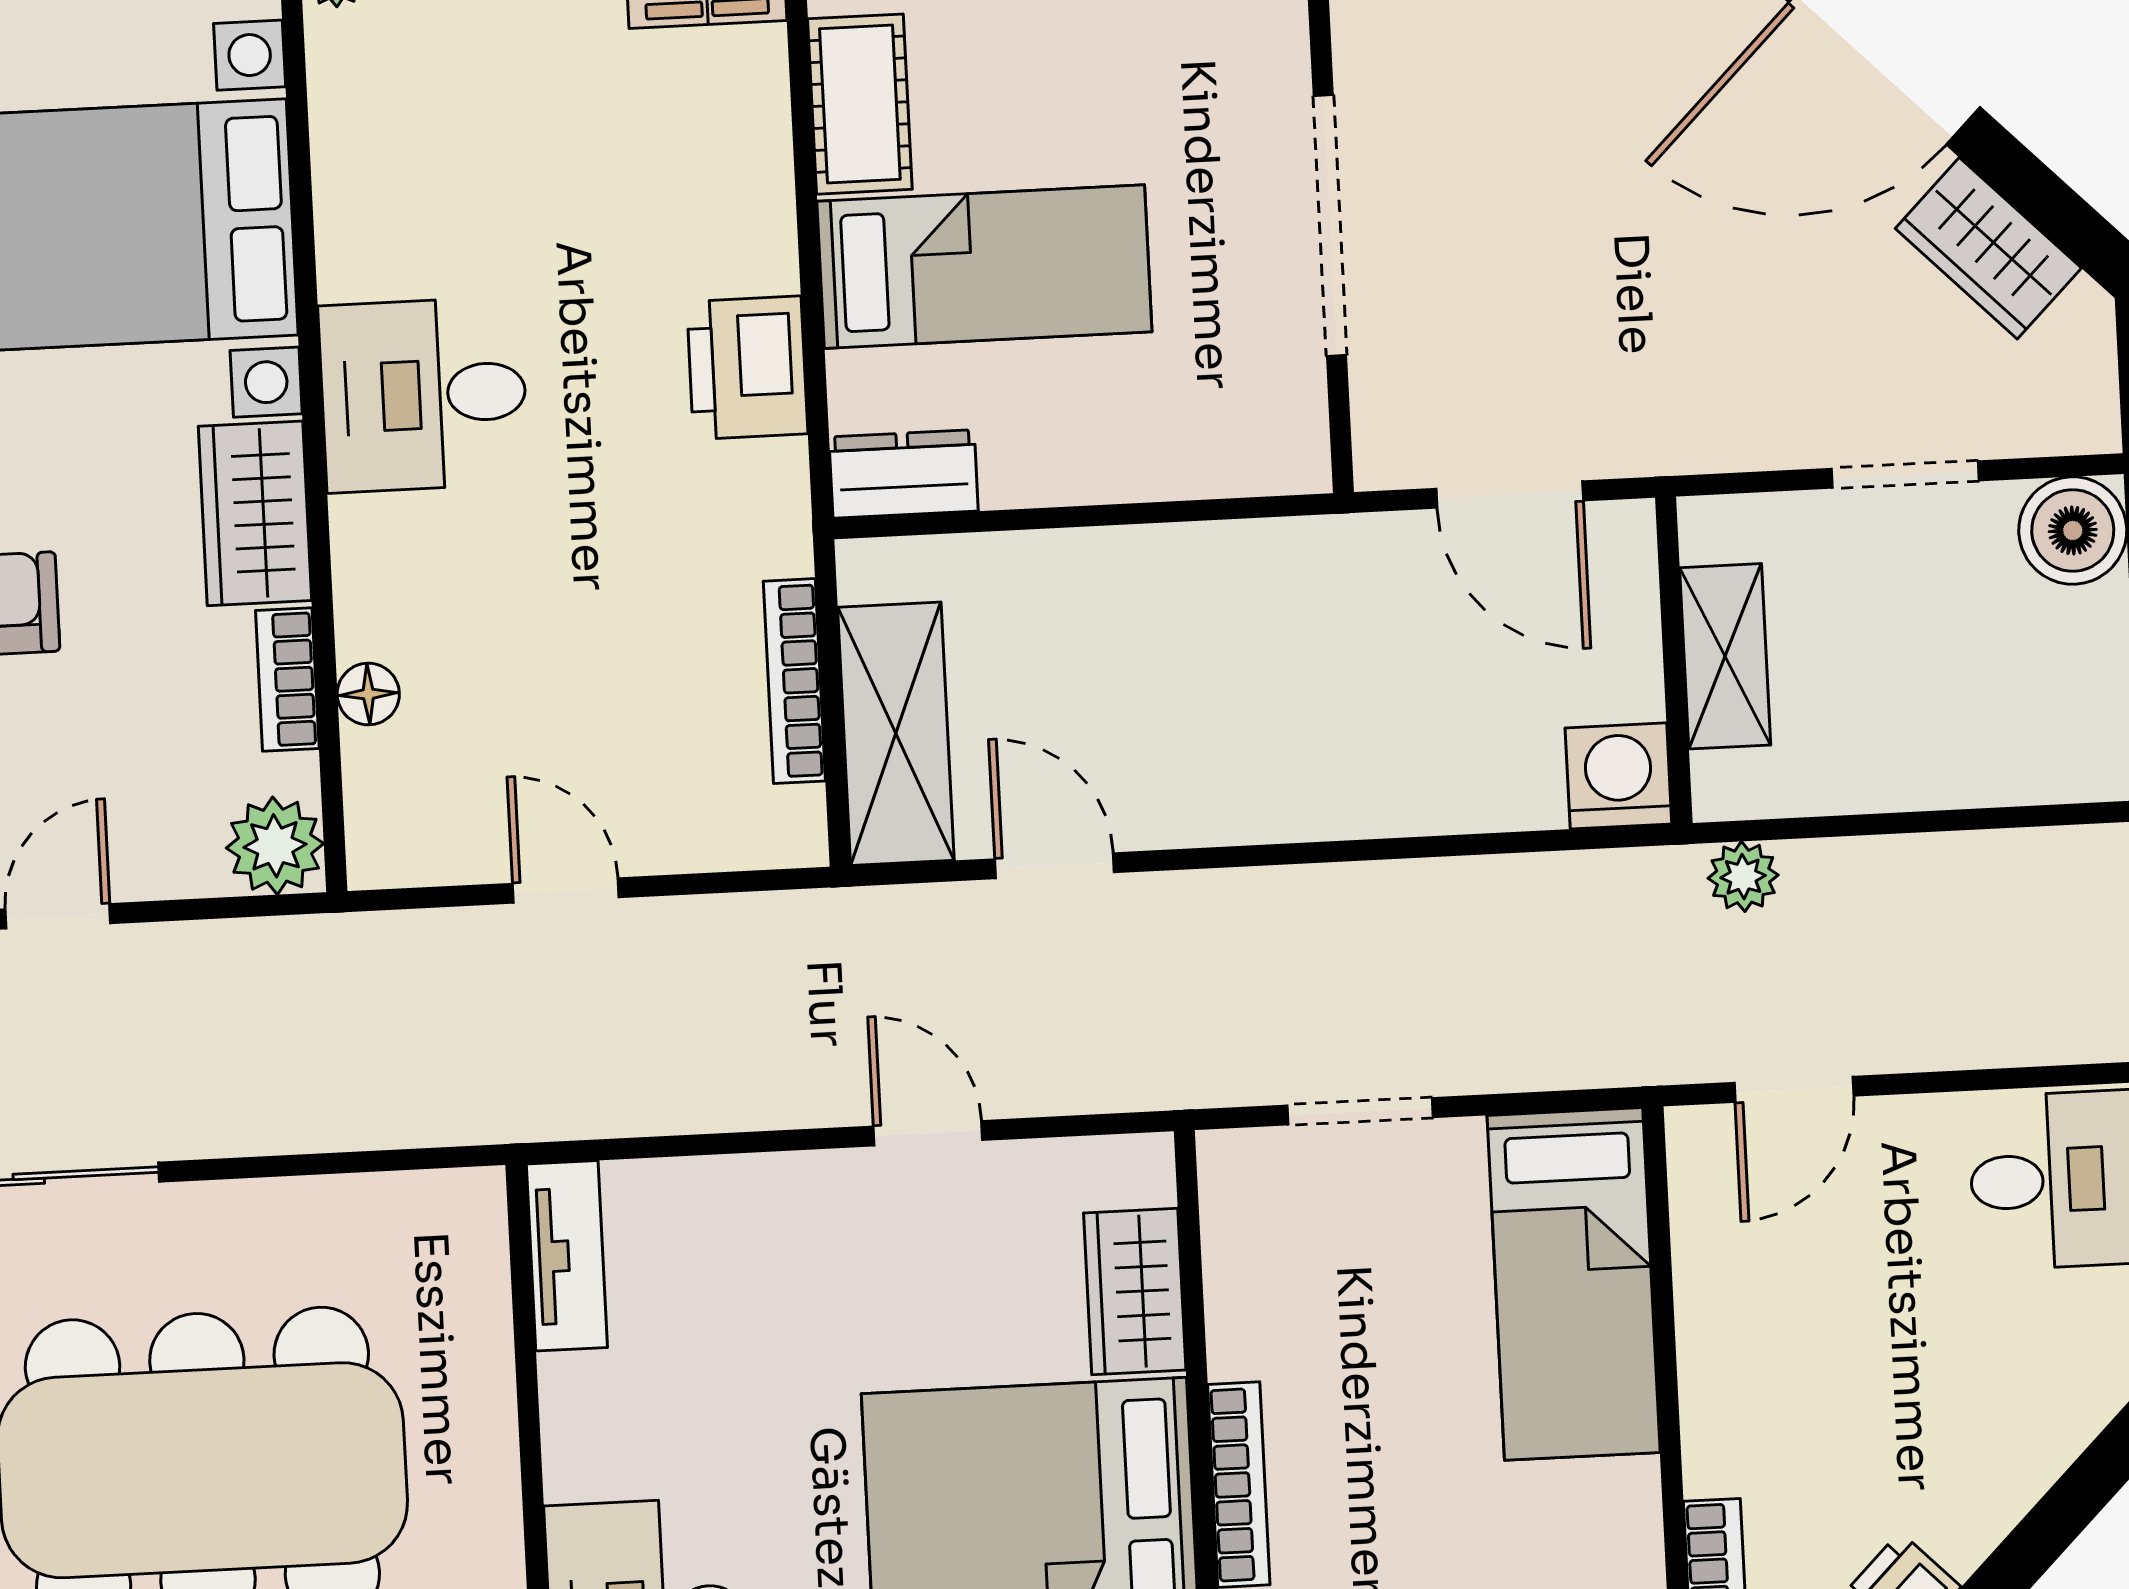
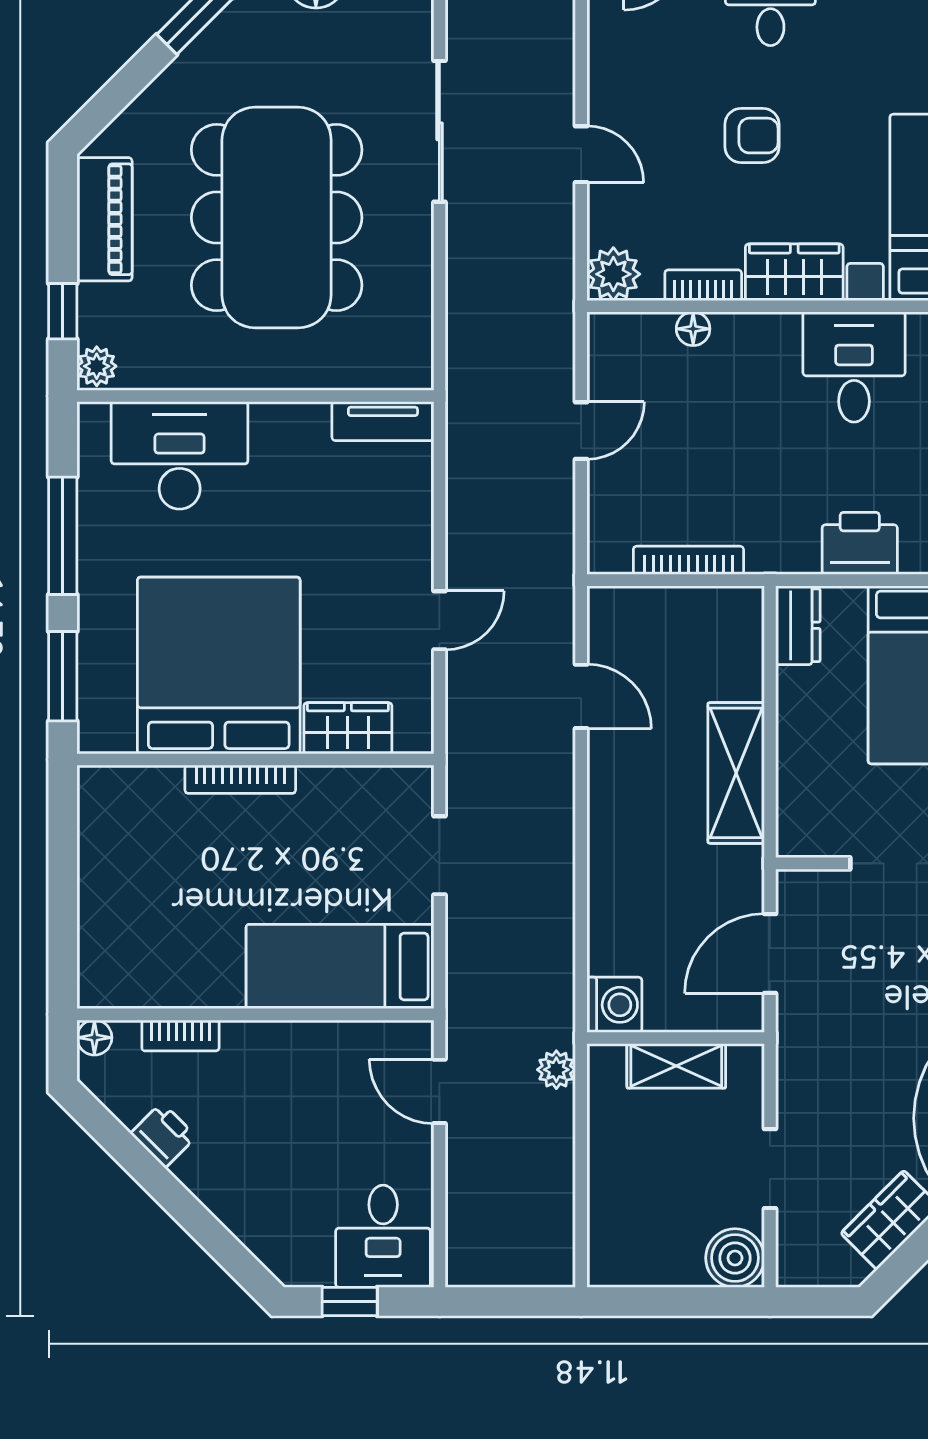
shelving: (896, 734) -> (736, 773), moved, turned 90
door: (1054, 866) -> (581, 696), hinge flipped

